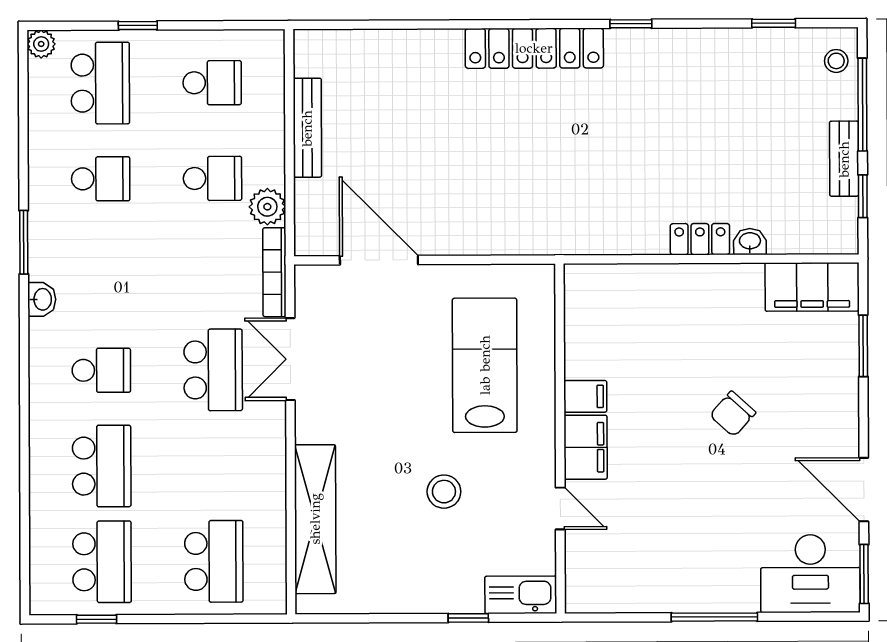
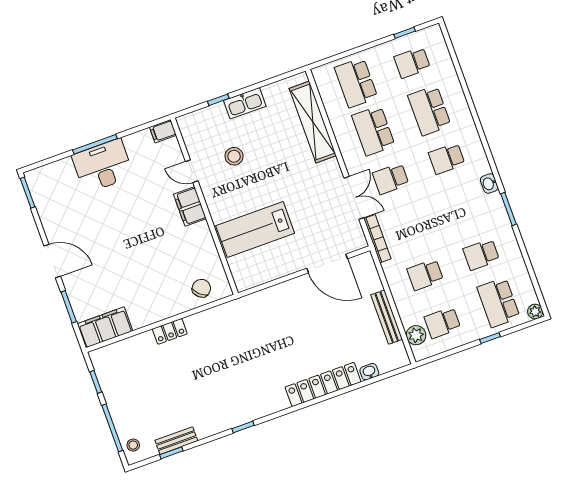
locker: (534, 48) -> (323, 385), moved
bench: (844, 159) -> (176, 441), moved, turned 90
plant: (267, 207) -> (416, 335), moved
washbasin: (750, 242) -> (369, 372), moved, turned 180
lab bench: (485, 365) -> (255, 230), turned 90
school desk: (213, 370) -> (391, 179), width x0.54
filing cabinet: (585, 396) -> (163, 131), moved
chair: (733, 414) -> (201, 288), moved
school desk: (213, 466) -> (373, 131), added
door: (864, 490) -> (52, 261), moved
stool: (444, 492) -> (234, 156), moved
school desk: (102, 562) -> (412, 63), width x0.54
desk: (810, 574) -> (103, 166), moved
kitchen sink: (521, 595) -> (245, 103), moved

